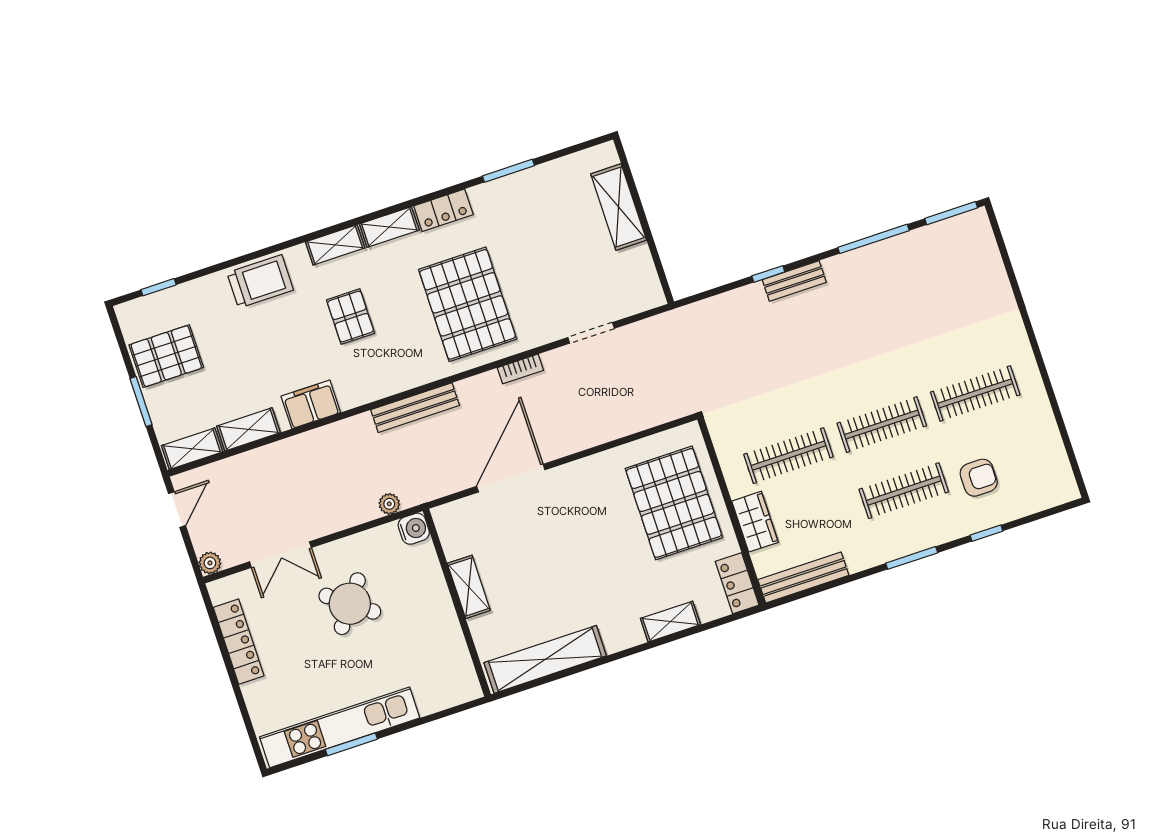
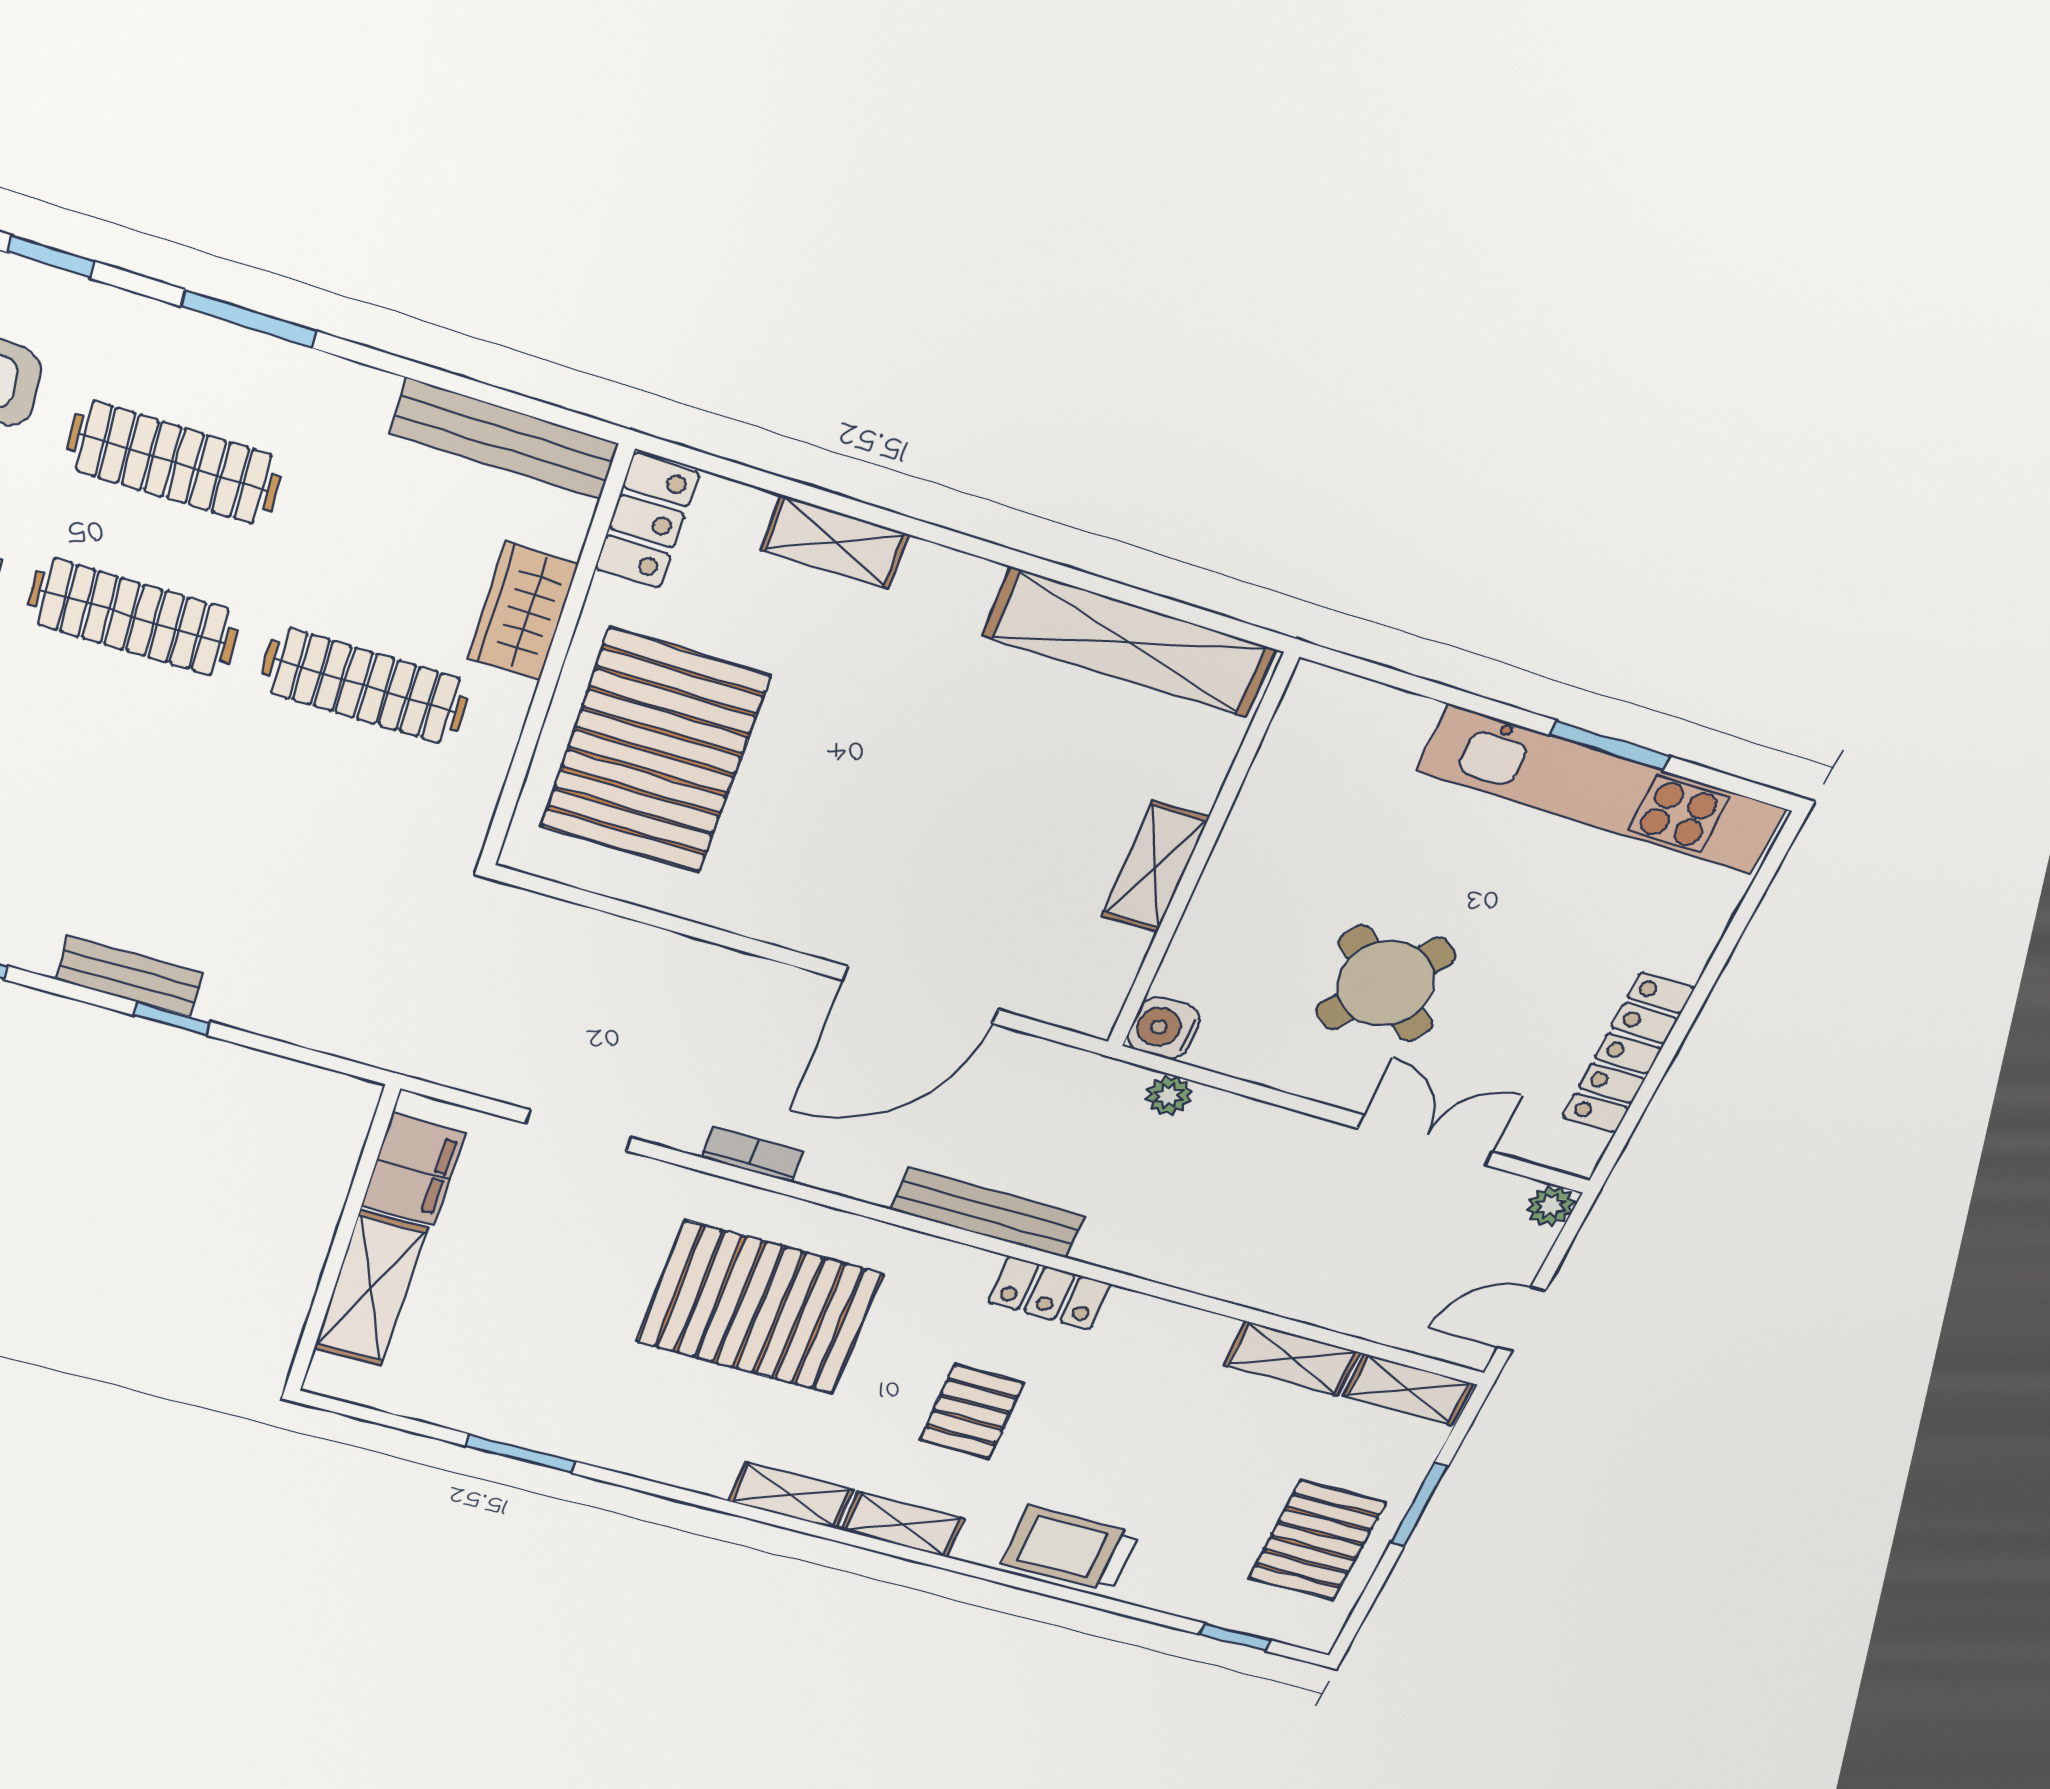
locker: (443, 210) -> (1050, 1293), moved, turned 180
pallet: (468, 304) -> (759, 1308), turned 90
pallet: (166, 356) -> (1317, 1540), turned 90
filing cabinet: (311, 404) -> (413, 1169), moved, turned -90

